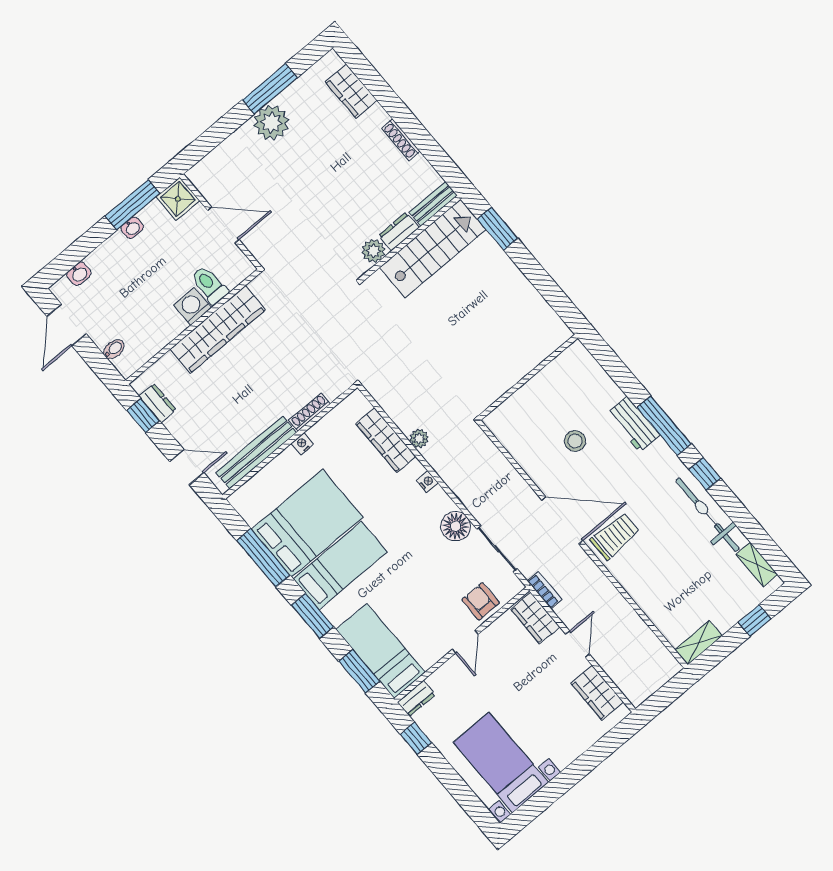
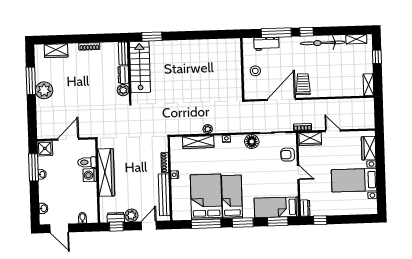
wall: (528, 377) -> (242, 69), moved
plant: (181, 426) -> (131, 215), added
wardrobe: (597, 693) -> (369, 148), moved, turned 90
bed with nightstands: (501, 762) -> (354, 180), moved

